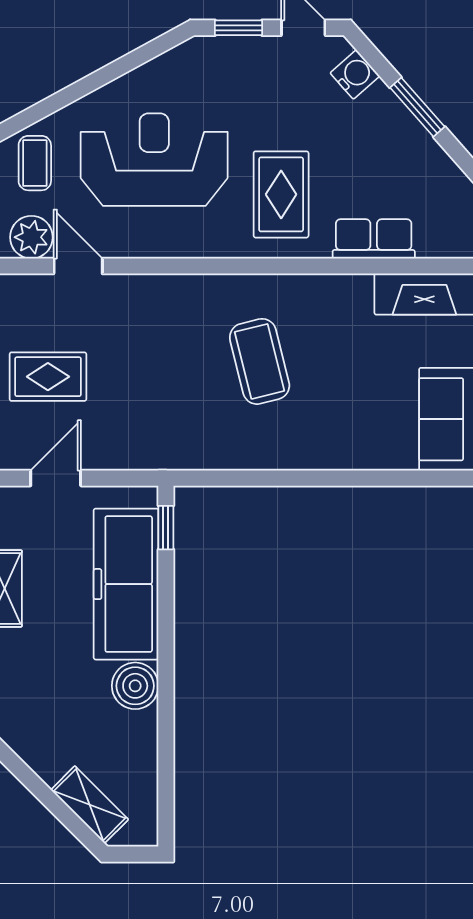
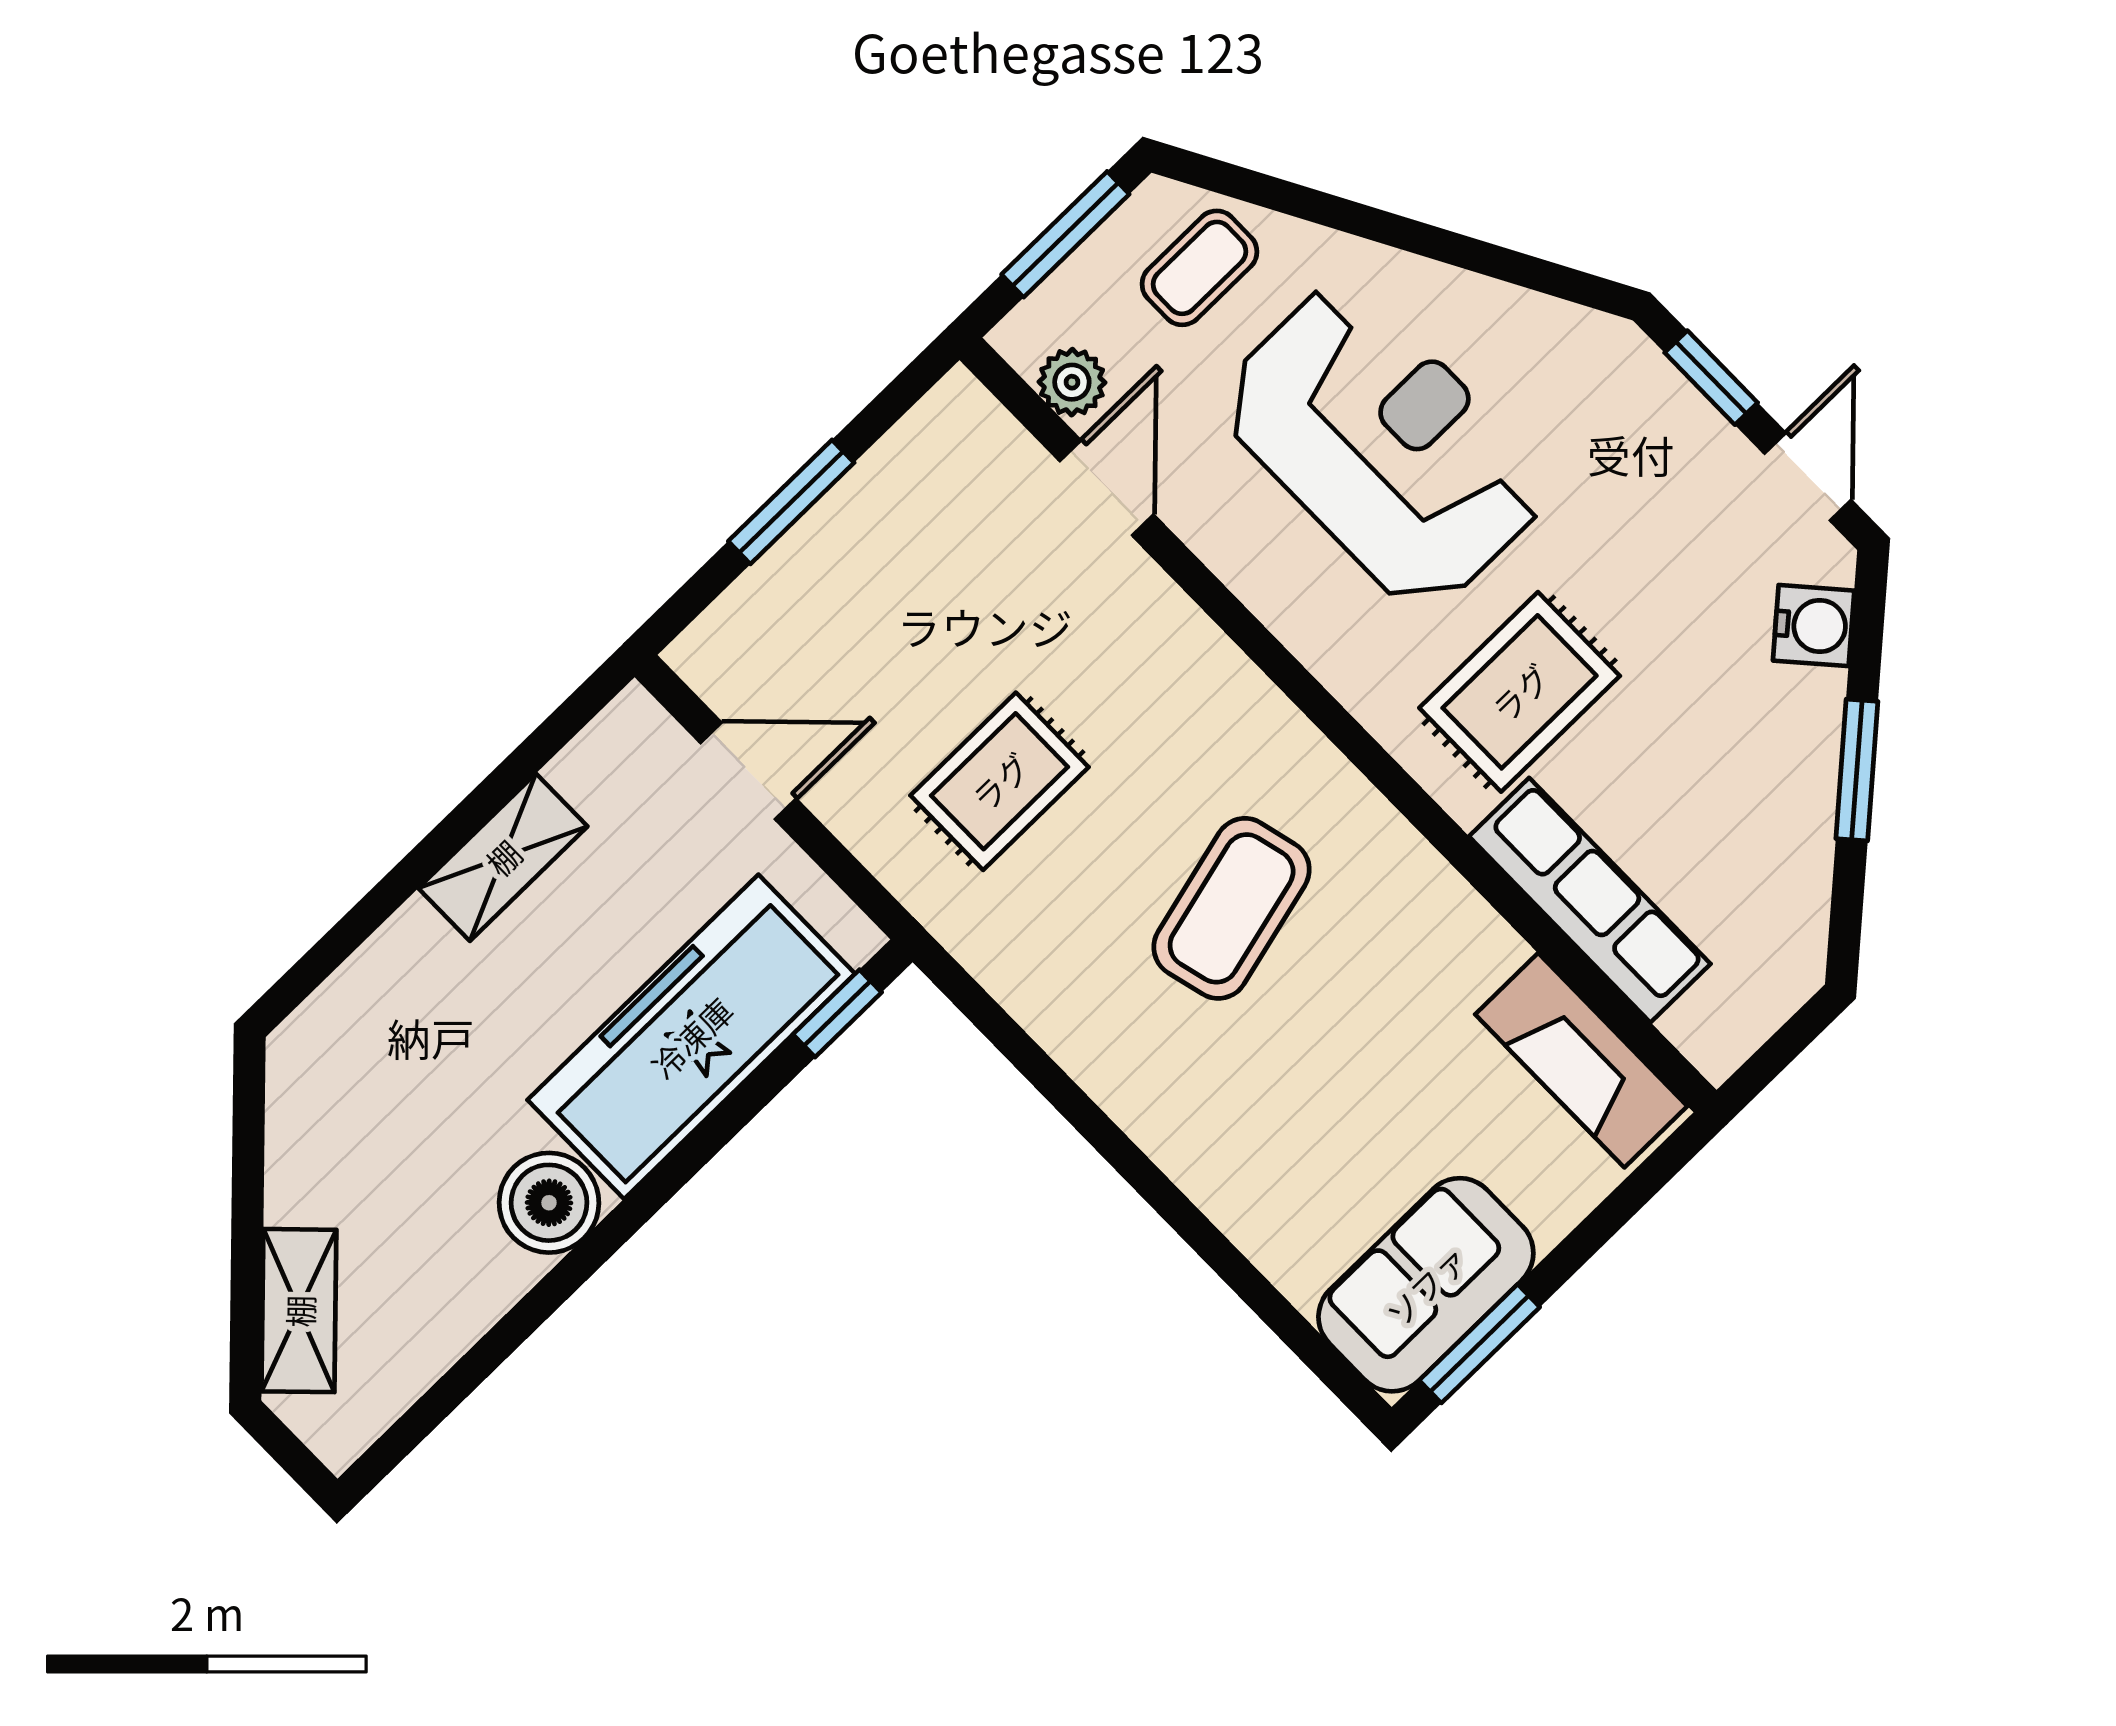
plant: (31, 237) -> (1072, 382), width x0.73, depth x0.73
row of seats: (374, 239) -> (1590, 900), width x1.48
rug: (48, 377) -> (1000, 781), moved, turned 90

